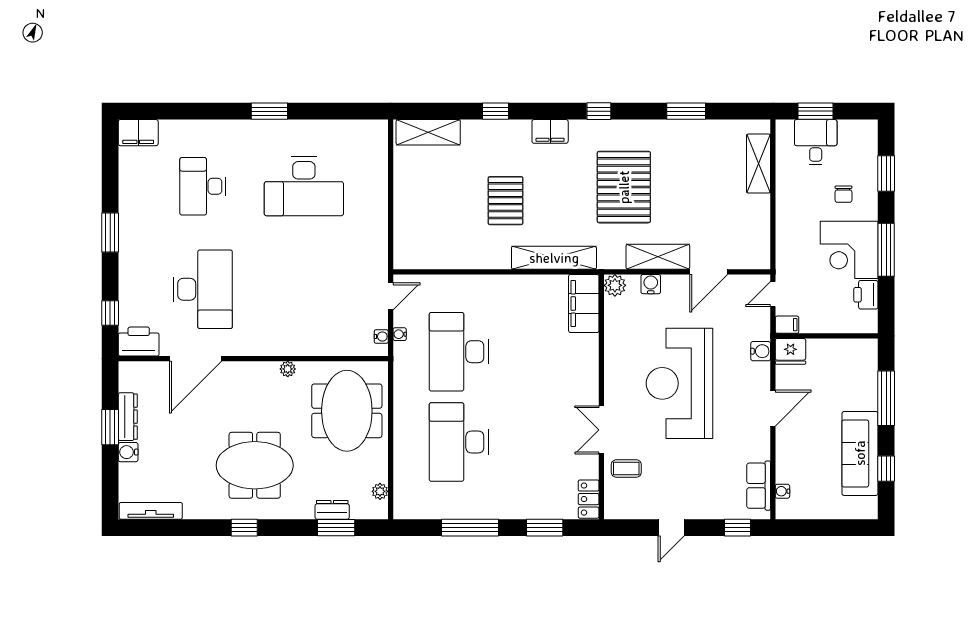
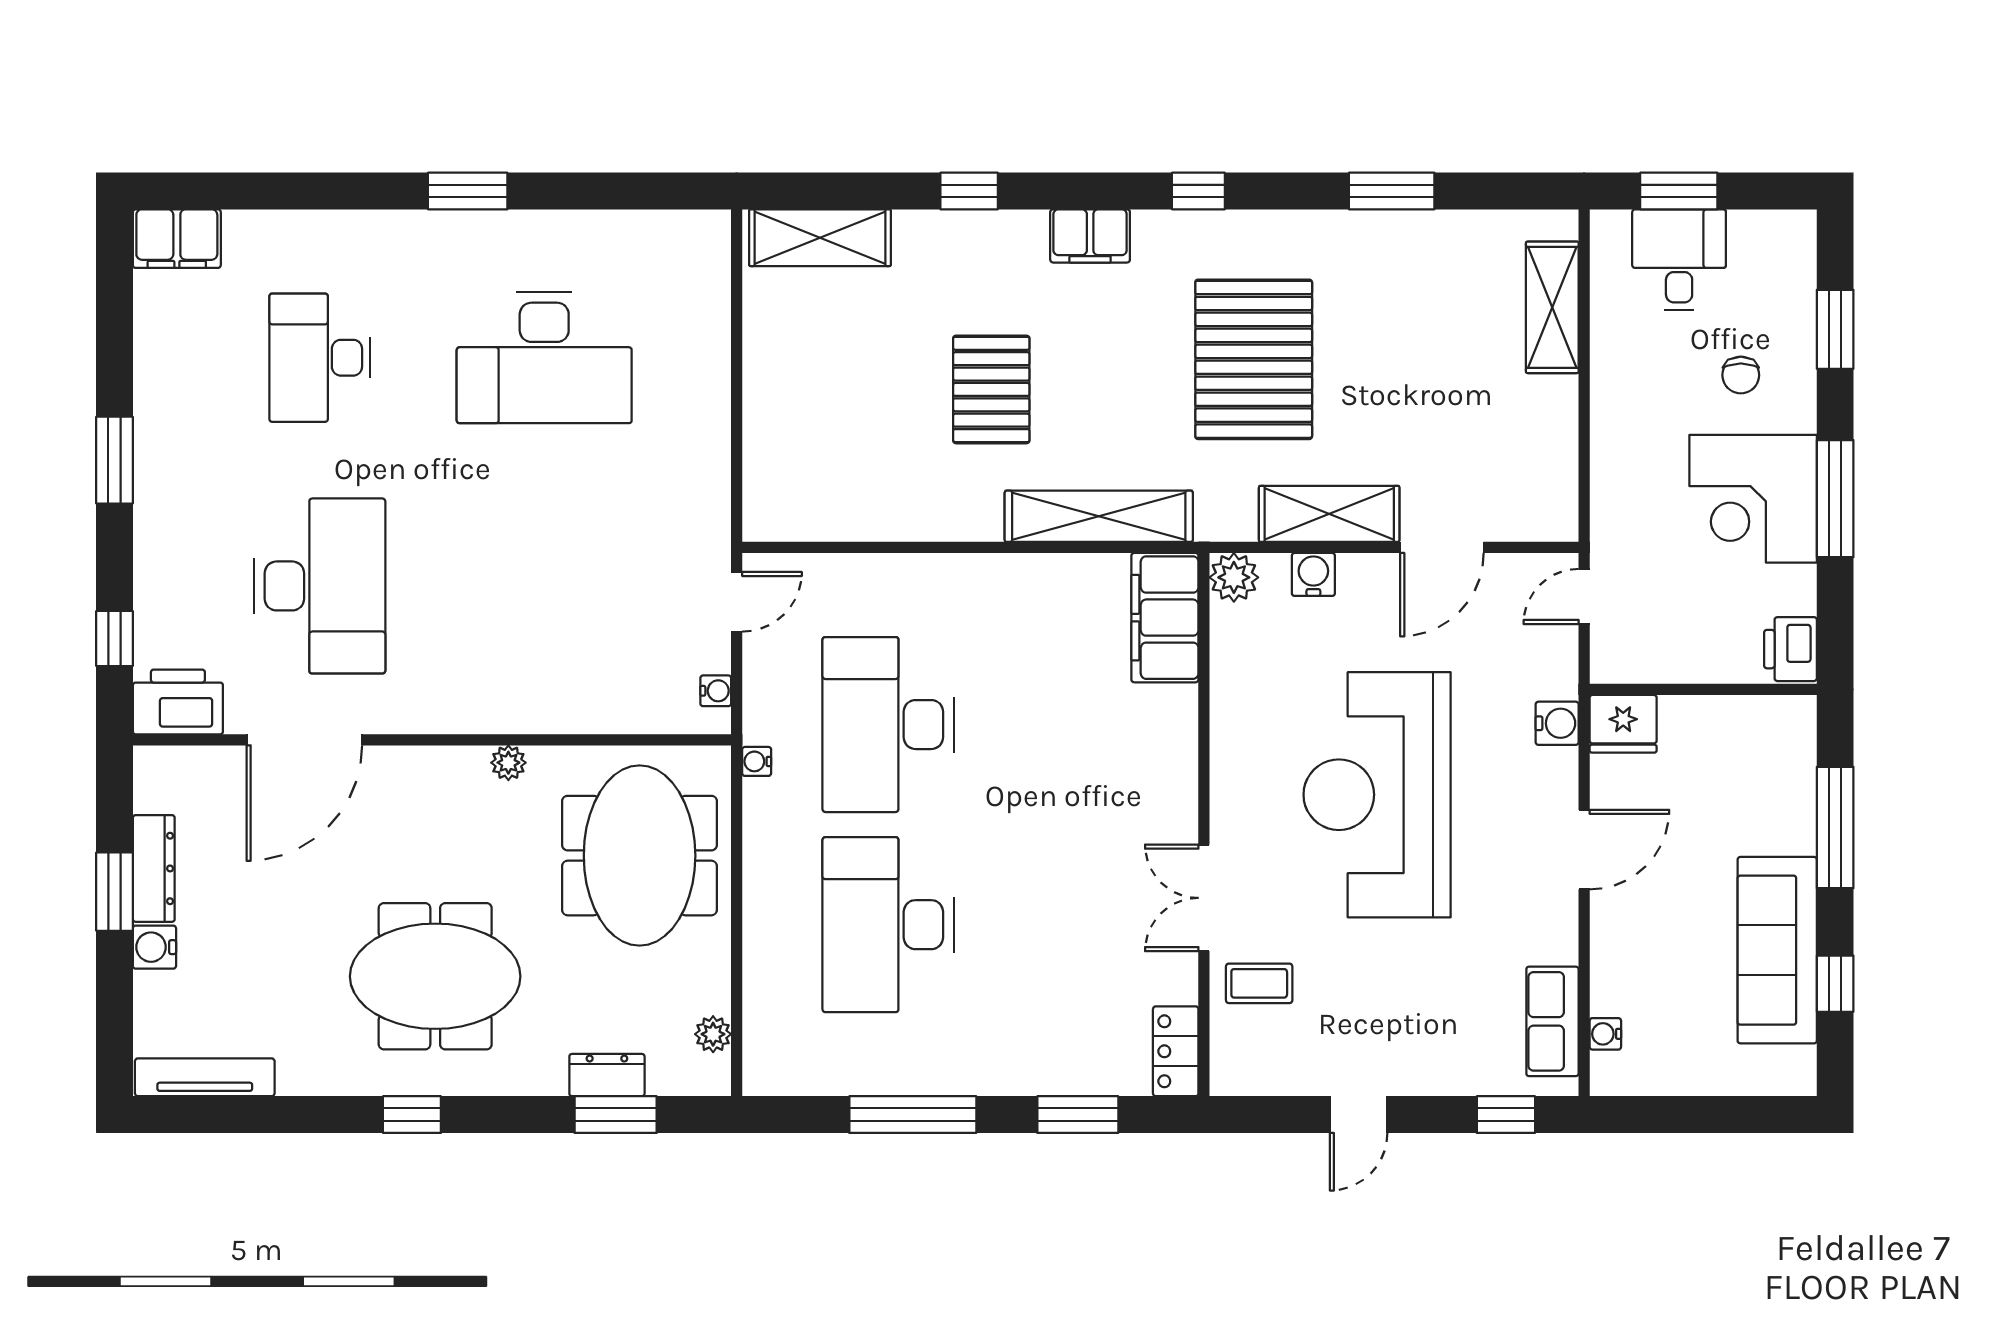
printer: (866, 295) -> (1790, 649), moved
filing cabinet: (787, 325) -> (1616, 665), removed
water cooler: (400, 334) -> (757, 761), moved

